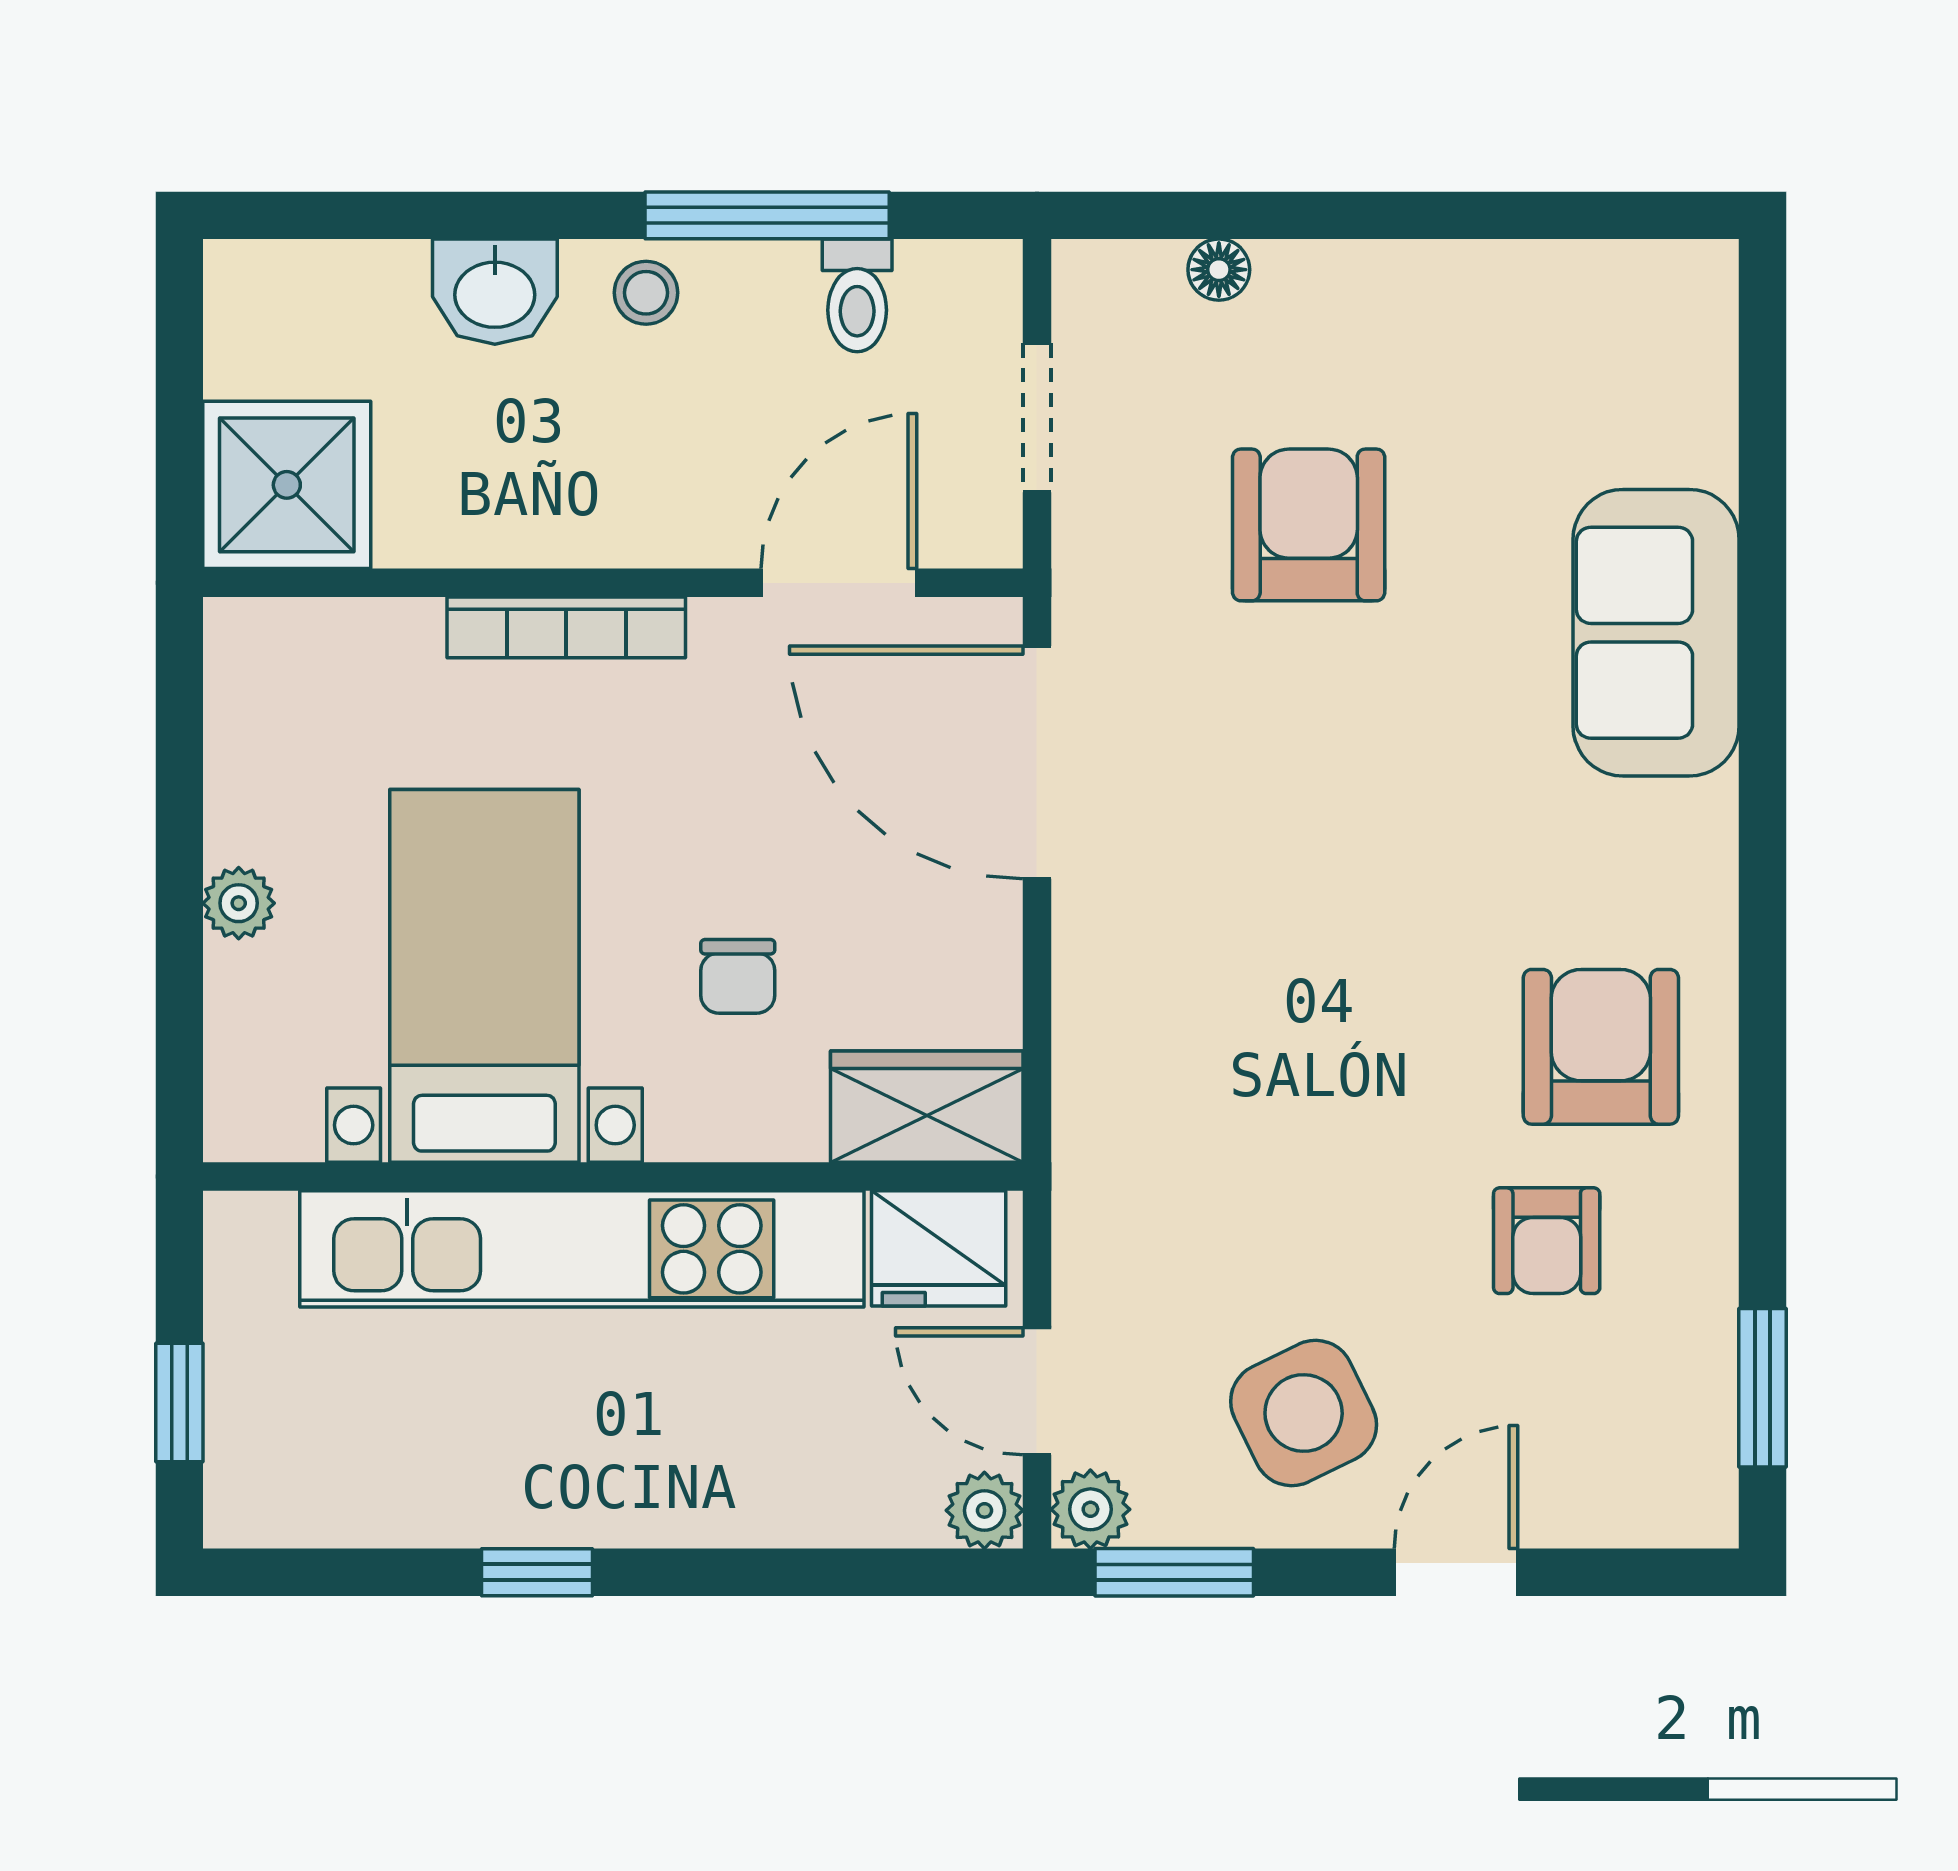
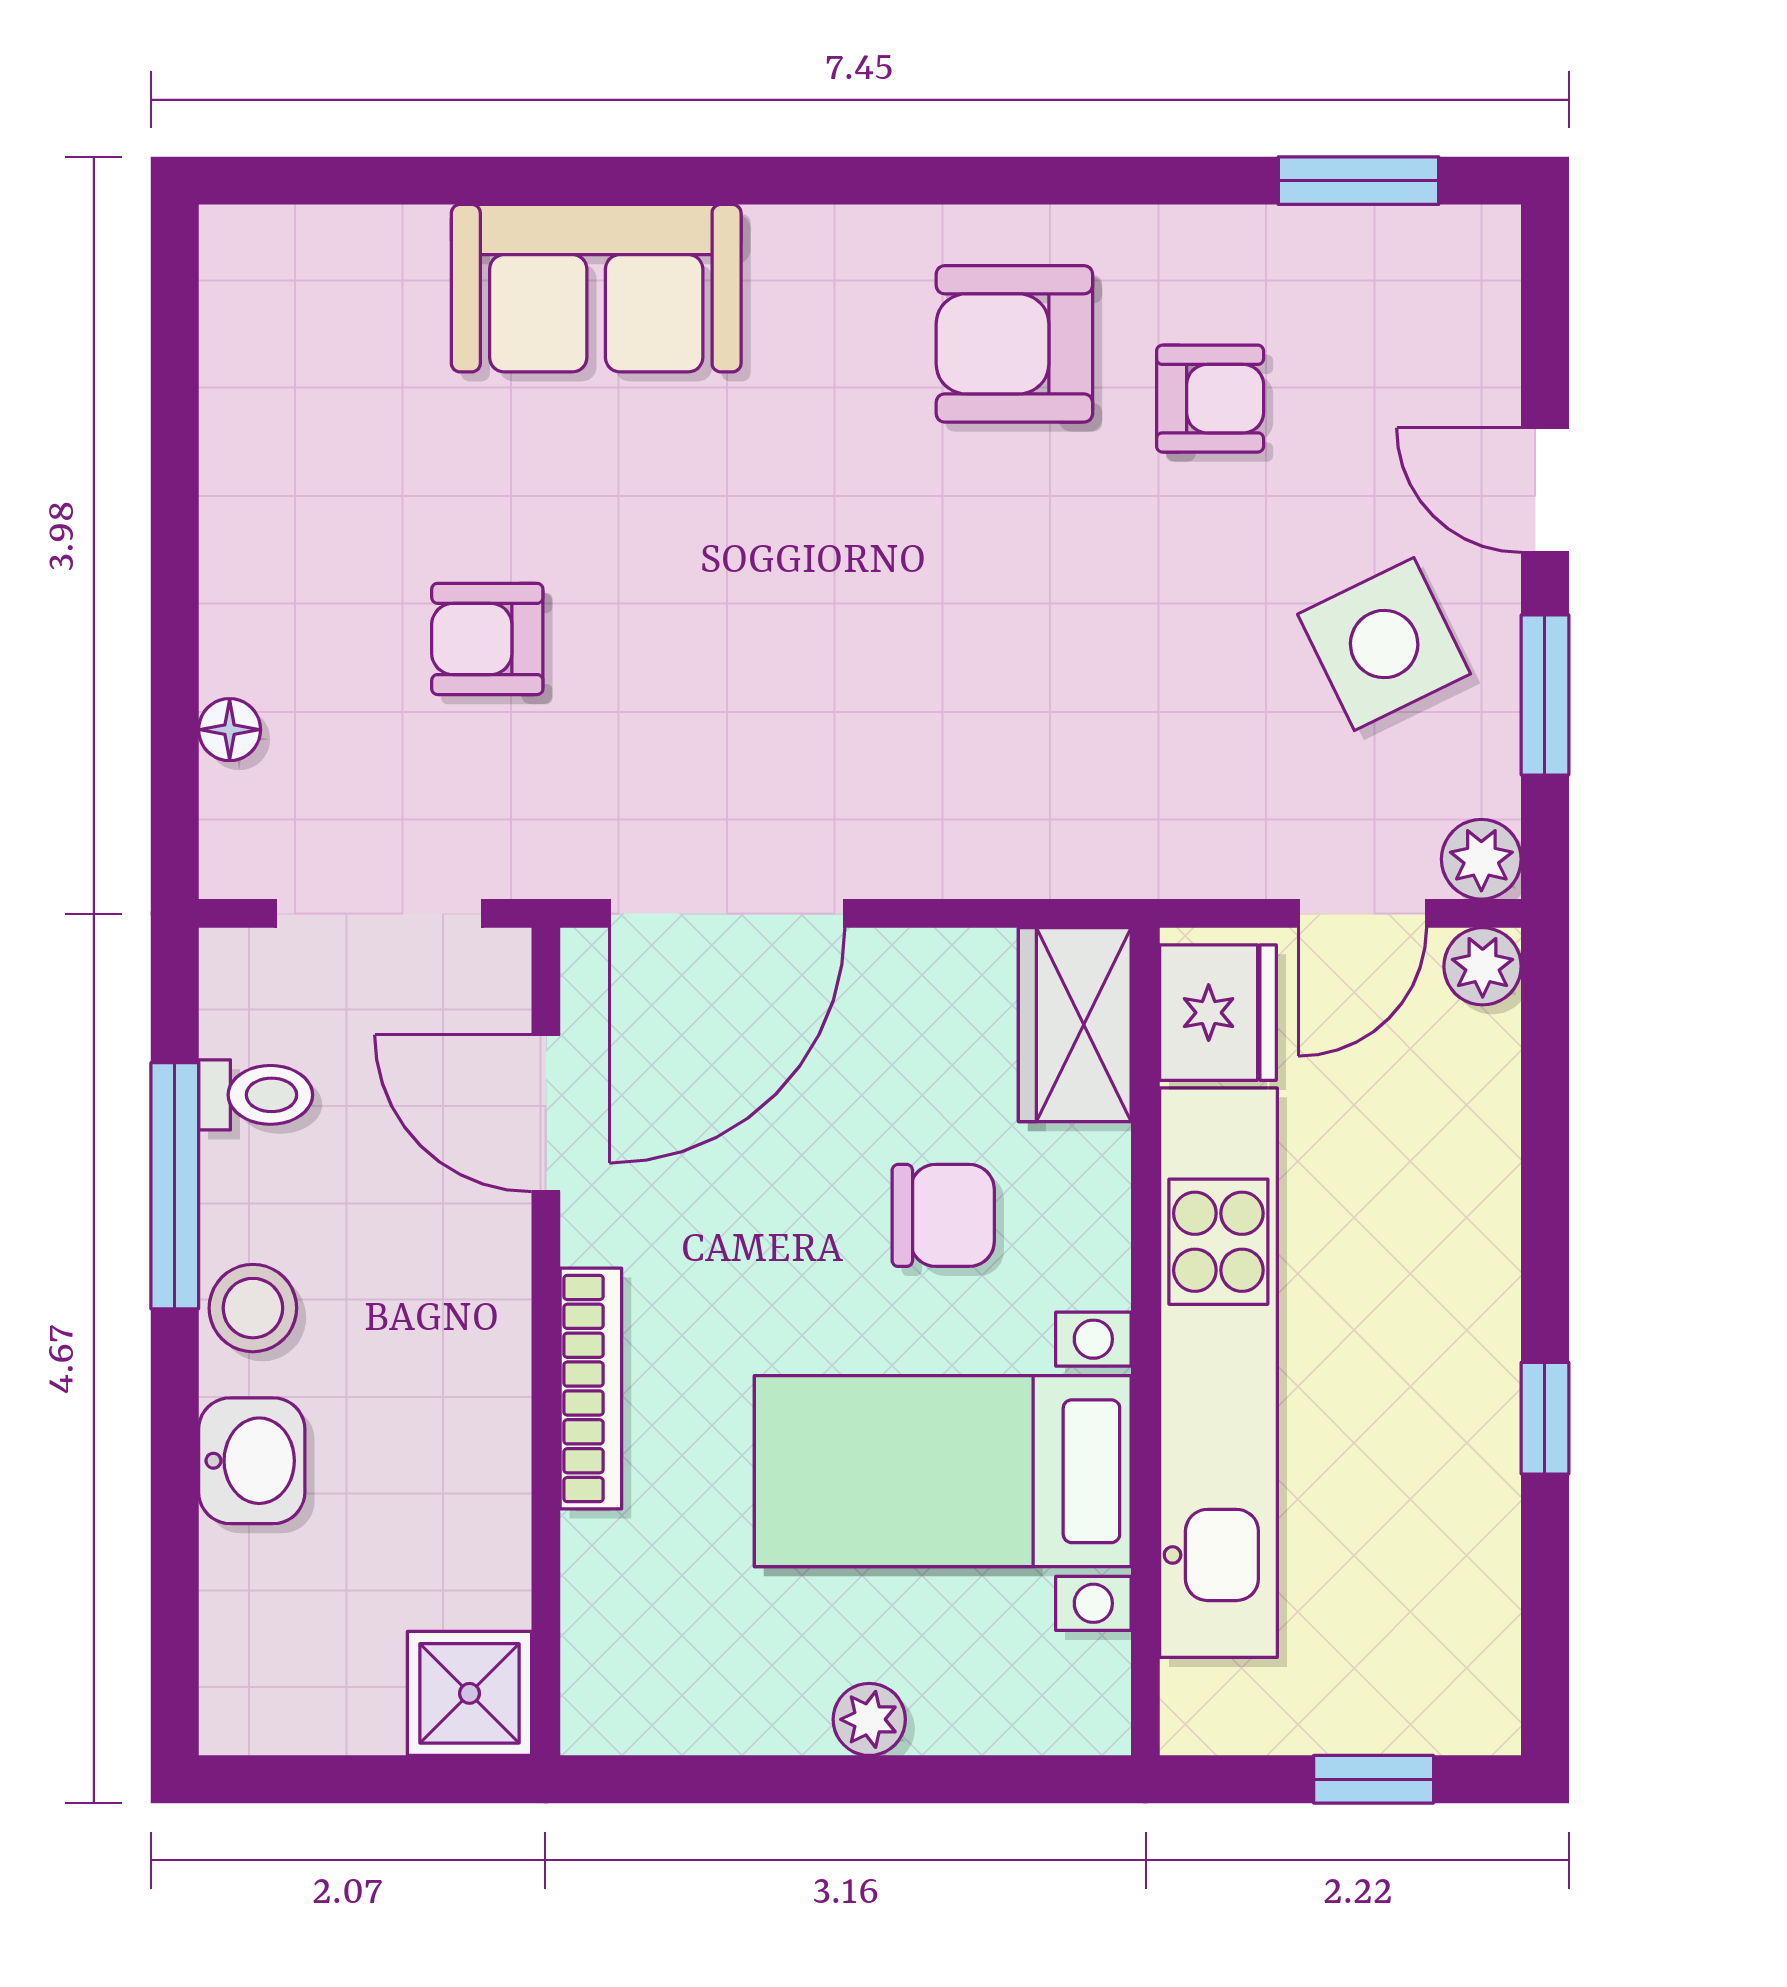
stool: (646, 293) -> (253, 1308), width x1.37, depth x1.37
doorway: (1037, 418) -> (379, 913), width x1.38
shower: (287, 485) -> (469, 1693), width x0.73, depth x0.73
armchair: (1309, 525) -> (487, 639), width x0.72, depth x0.72
chair: (738, 976) -> (943, 1215), width x1.37, depth x1.37
window: (1174, 1572) -> (1545, 695), moved

